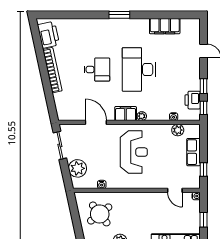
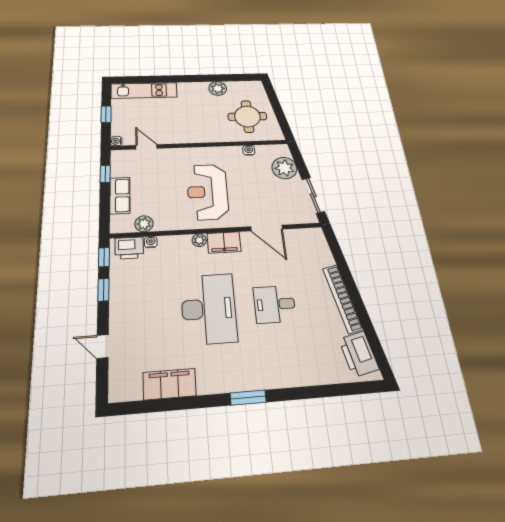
printer: (193, 100) -> (129, 248), moved, turned 90
round table: (100, 214) -> (247, 117), turned 38

